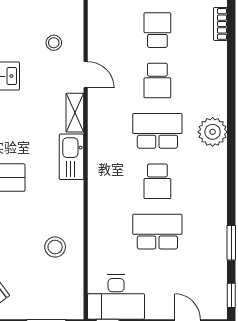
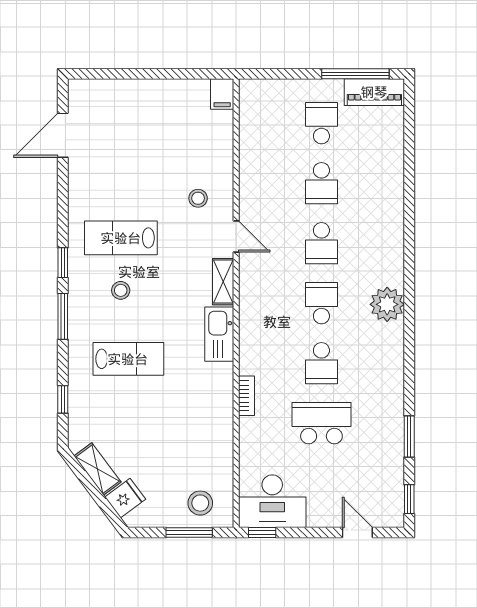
bookcase: (220, 24) -> (246, 396), moved, turned 180
school desk: (157, 30) -> (321, 183), turned 180
school desk: (157, 131) -> (321, 303), width x0.54
stool: (55, 247) -> (200, 503), moved

